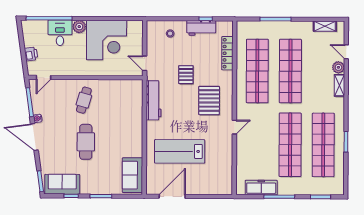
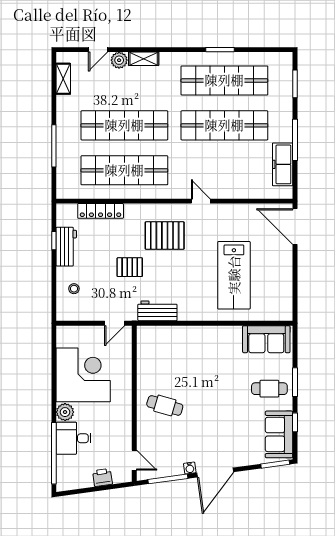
workbench: (154, 100) -> (157, 311), width x0.73
cafe table: (86, 142) -> (269, 389), moved, width x0.73, depth x0.74
door: (172, 196) -> (295, 227), moved

